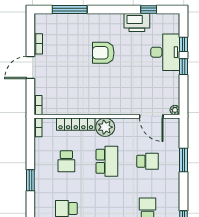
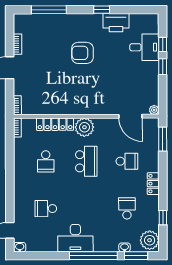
window: (149, 9) -> (102, 10), moved
desk: (165, 52) -> (144, 47), width x0.73
window: (183, 160) -> (163, 139), moved
window: (30, 180) -> (10, 180), removed
locker: (174, 184) -> (153, 184), added

